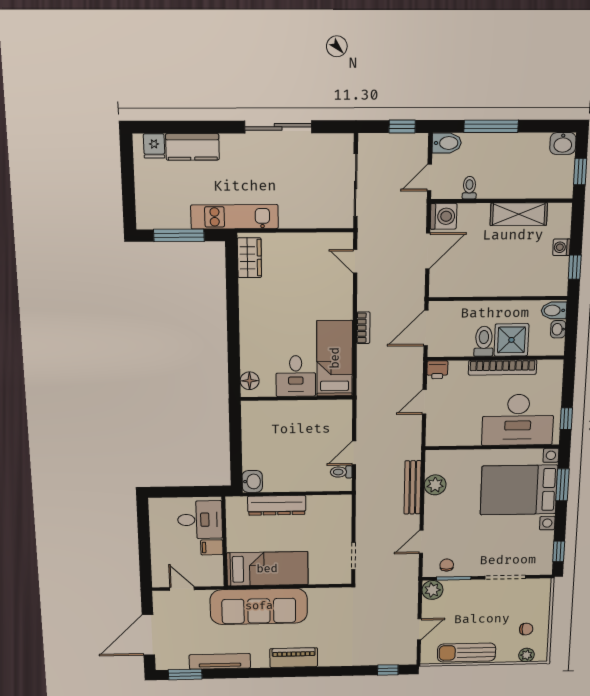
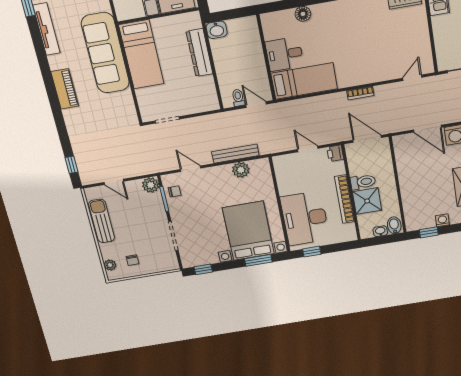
bed: (335, 358) -> (304, 81), moved
desk: (296, 376) -> (284, 54), moved
wall: (297, 398) -> (266, 58), moved

